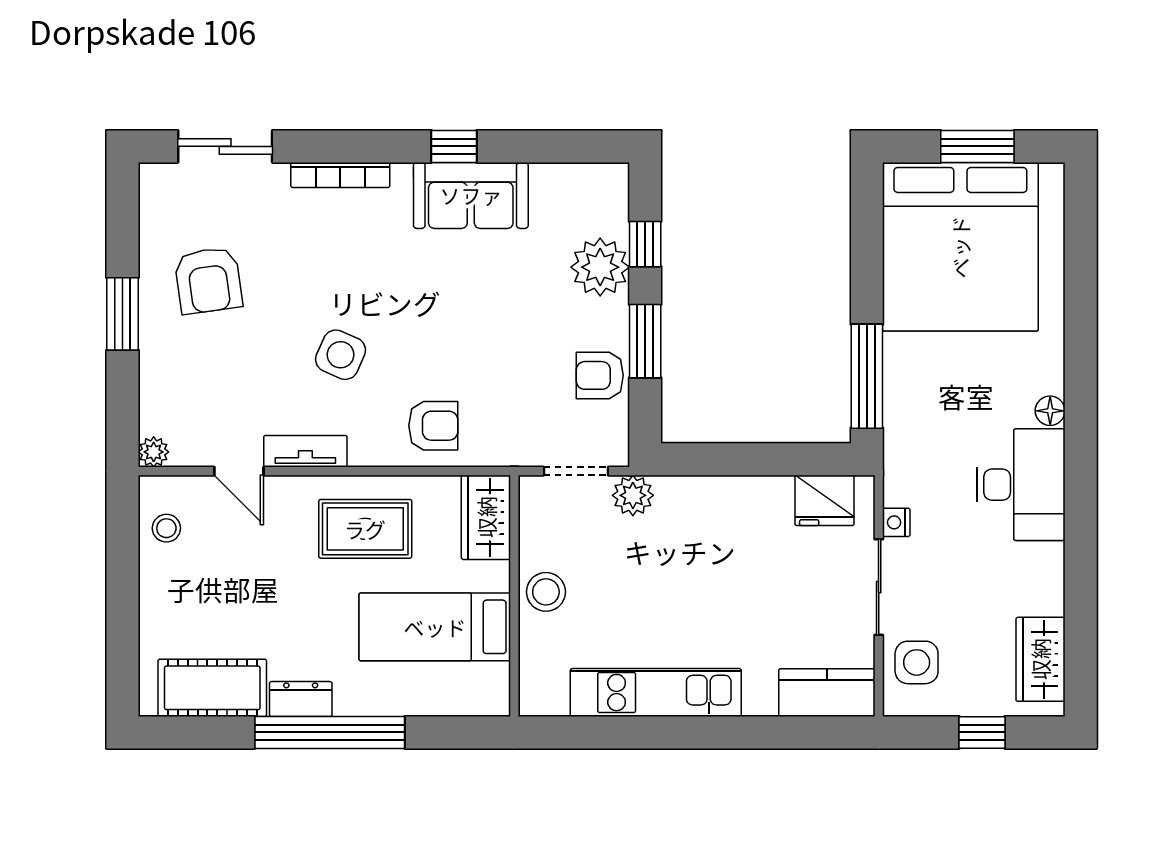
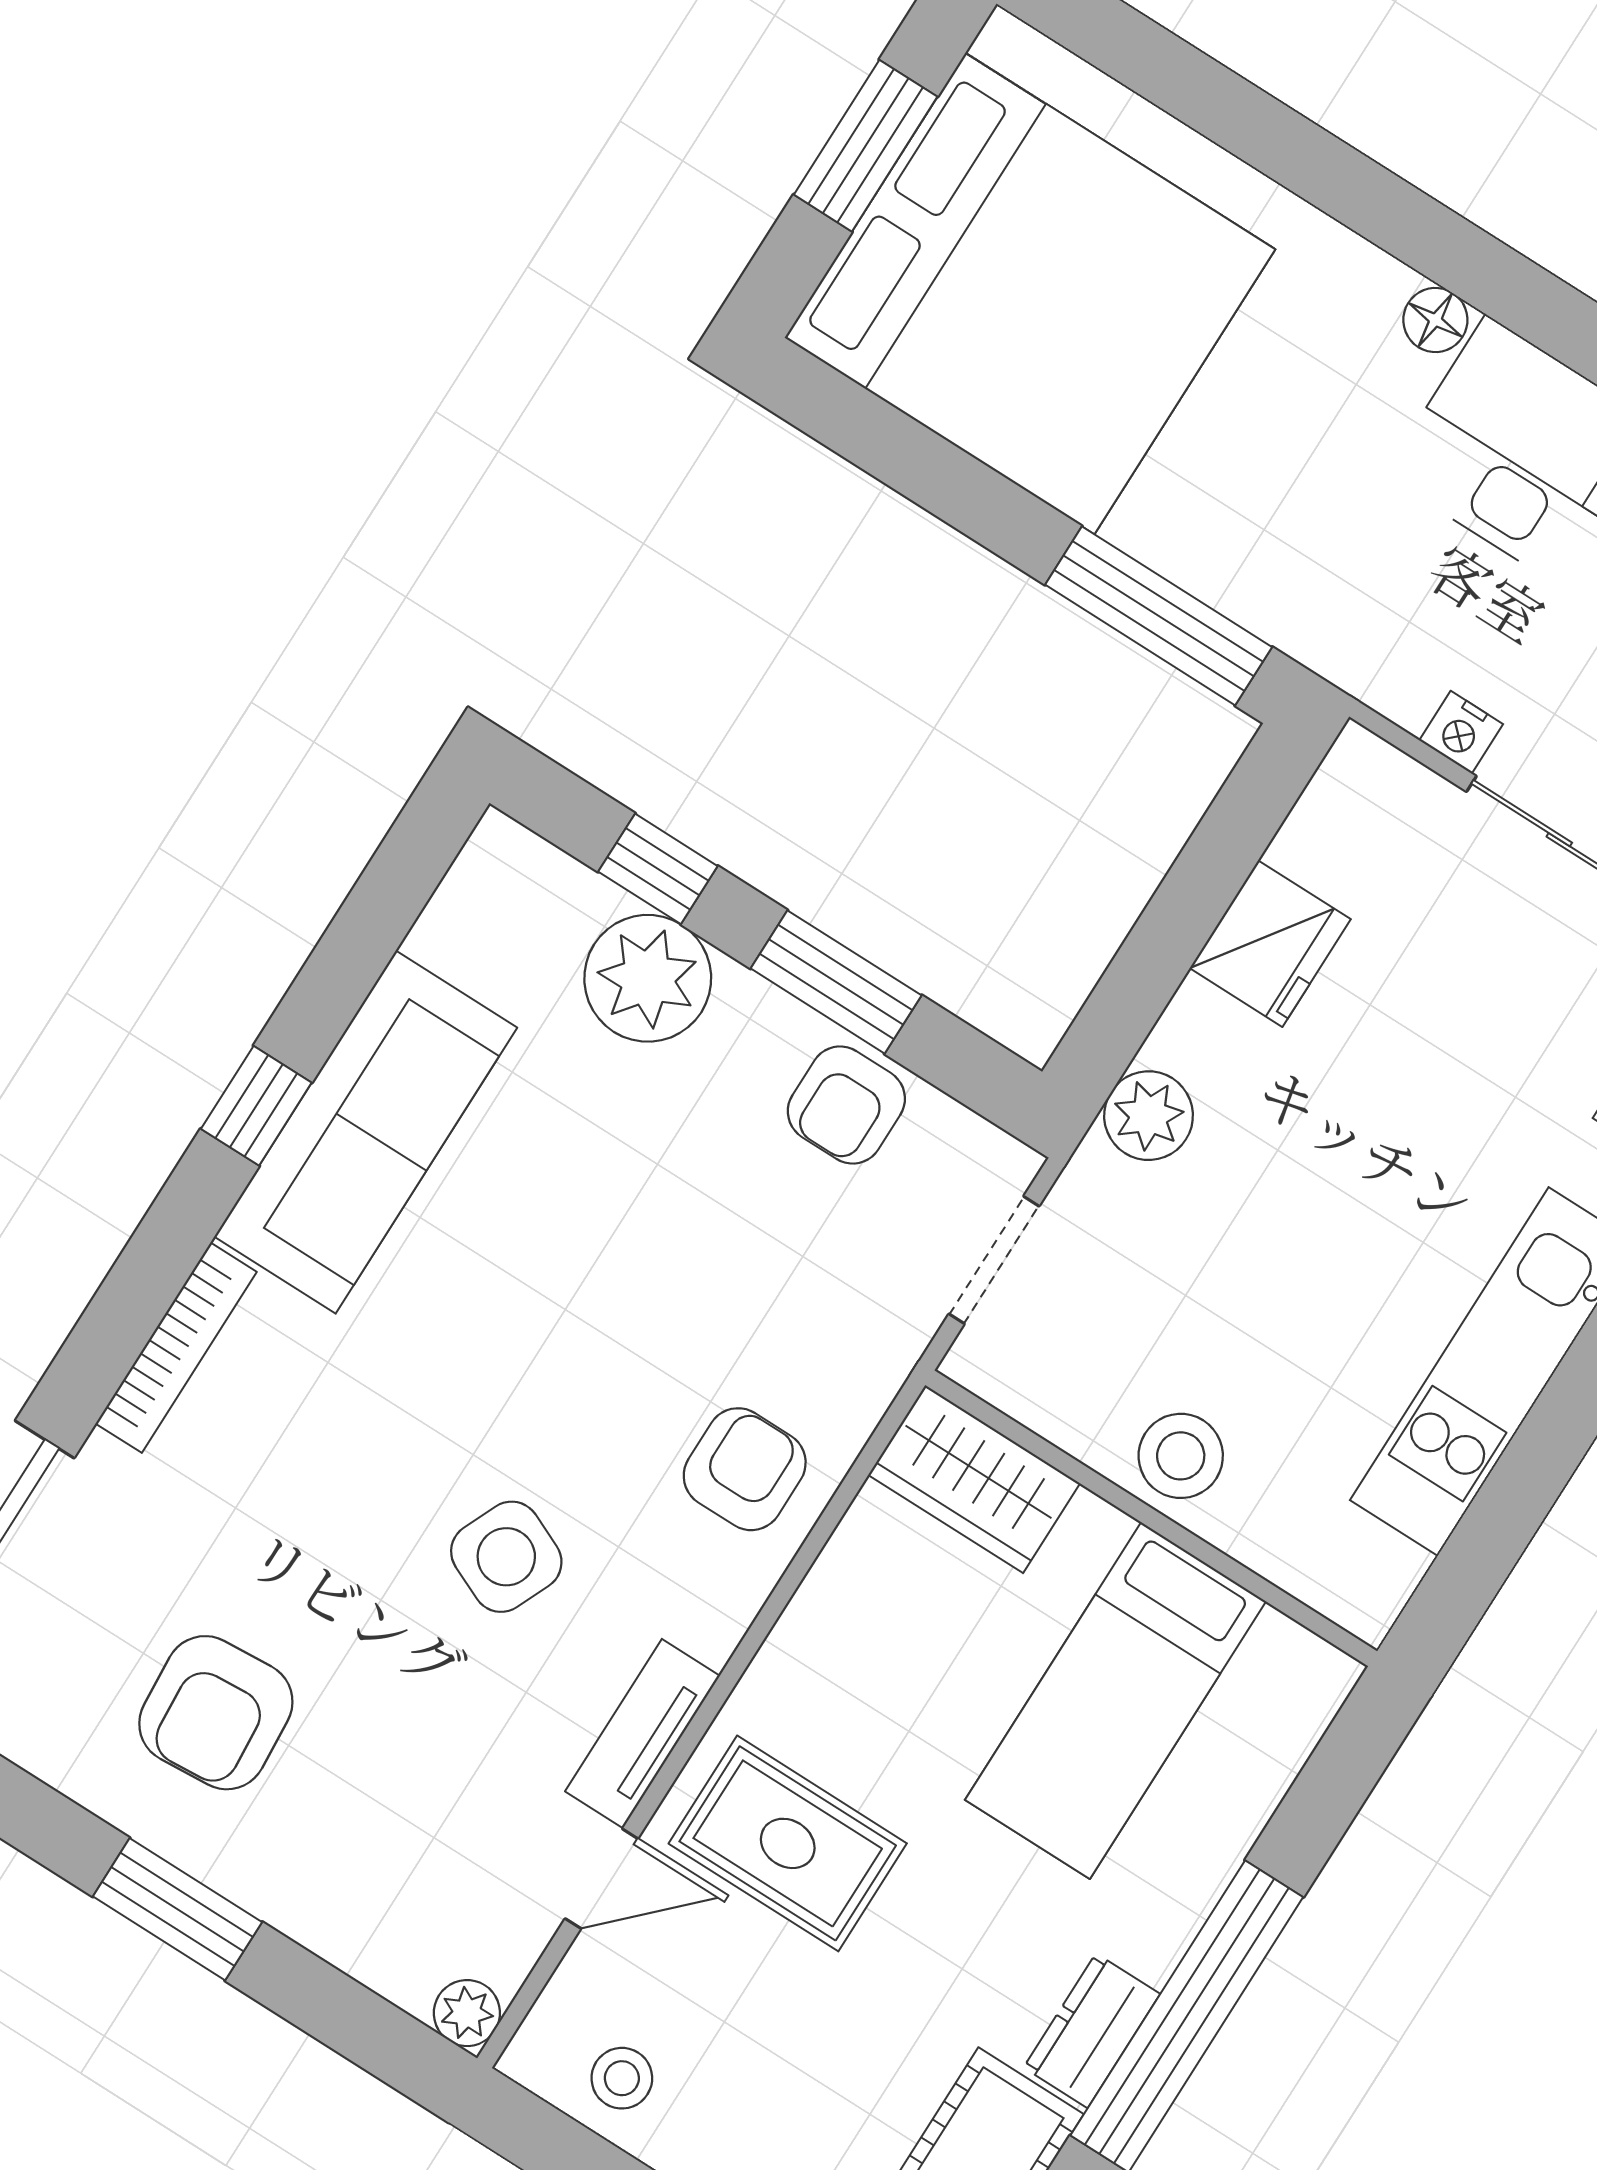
sofa: (471, 195) -> (366, 1132), width x1.36
armchair: (208, 280) -> (216, 1713), turned 94
plant: (633, 495) -> (1149, 1116), moved
fridge: (824, 500) -> (1270, 944), moved
rug: (365, 529) -> (788, 1843), moved, turned 90

